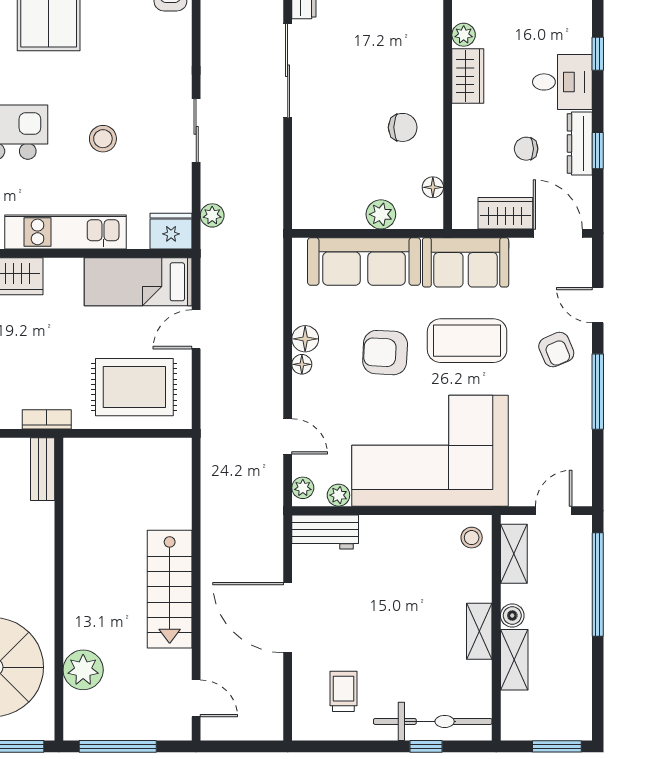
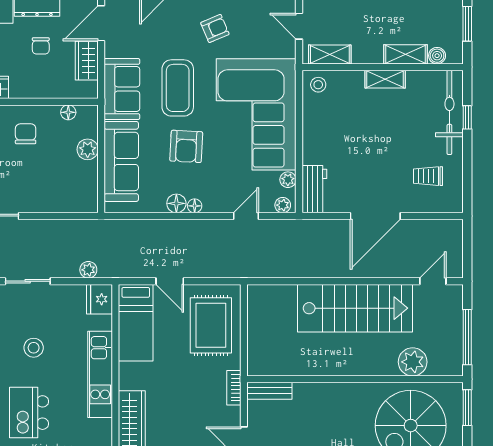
armchair: (556, 350) -> (215, 28), moved
stairs: (170, 589) -> (355, 308), width x1.36, depth x1.51
boiler: (512, 615) -> (437, 56), moved

